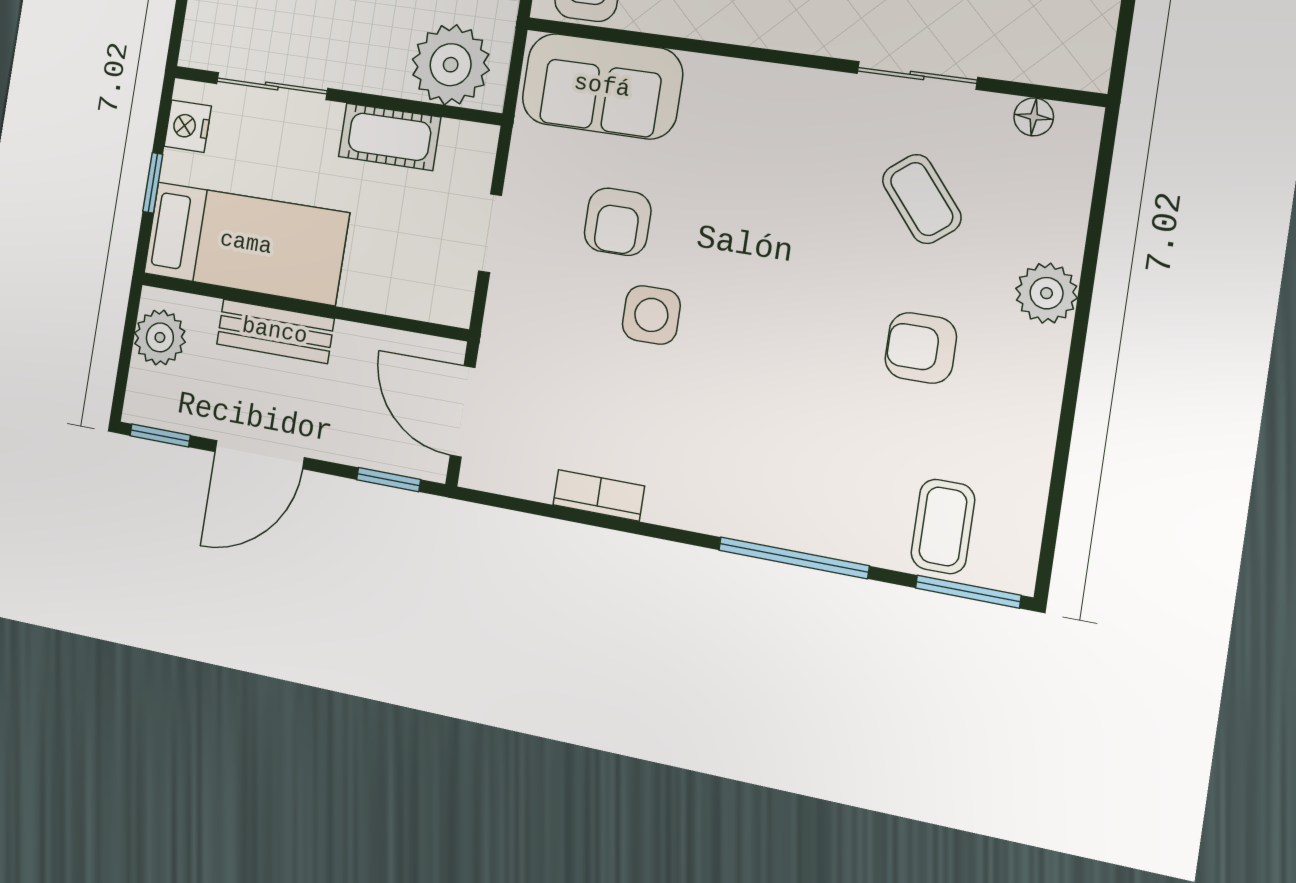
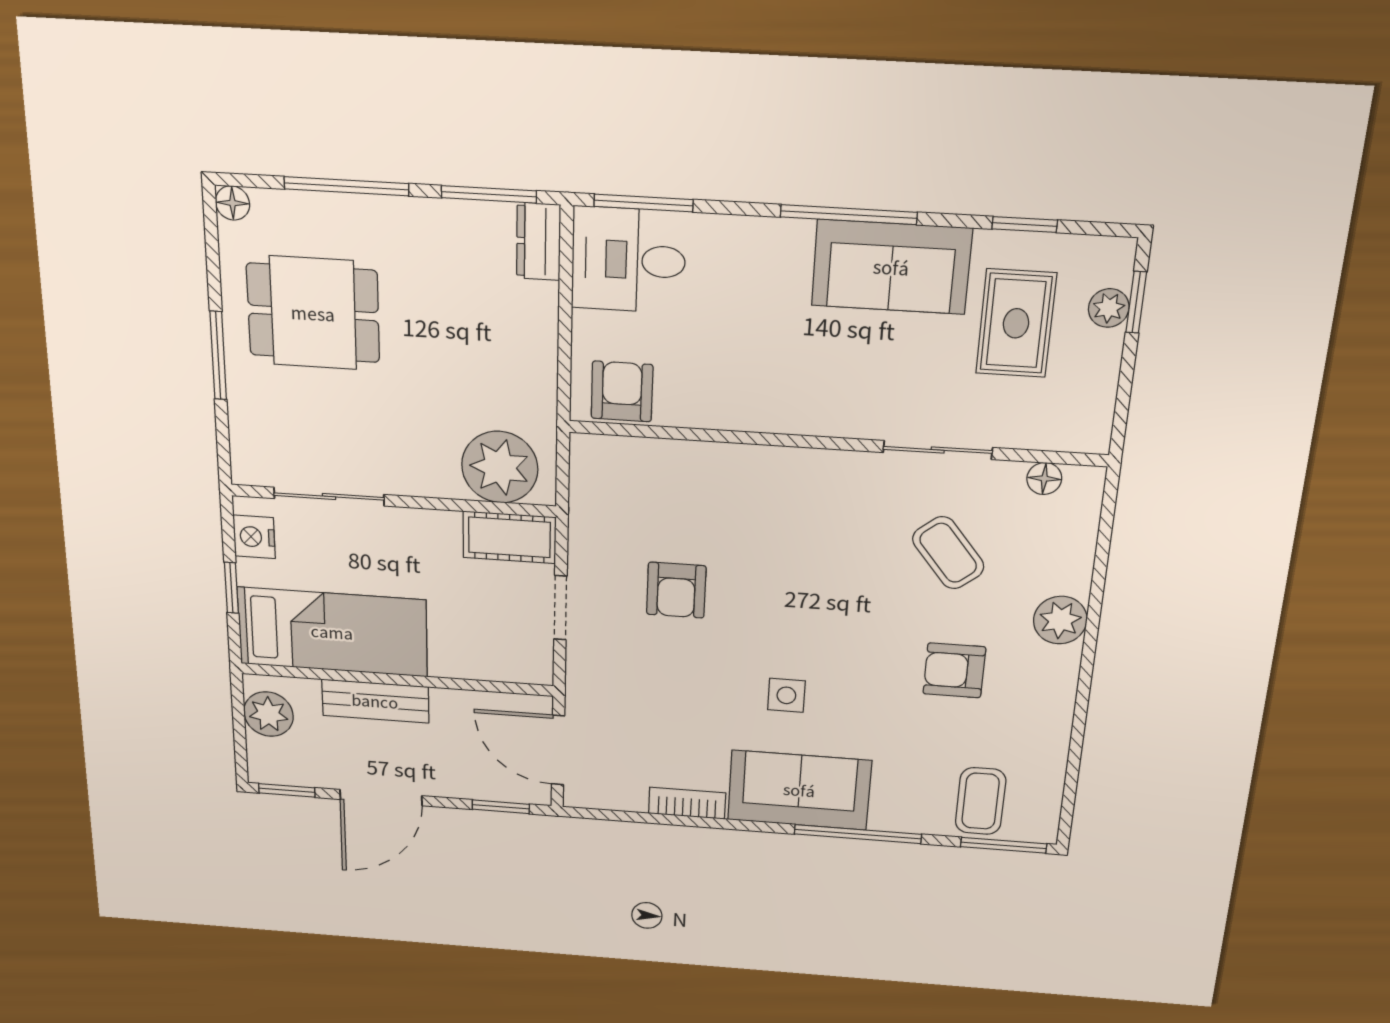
sofa: (602, 86) -> (799, 790), moved, turned 180
cot: (389, 137) -> (509, 537), moved
side table: (651, 315) -> (786, 695), moved, width x0.73, depth x0.73

